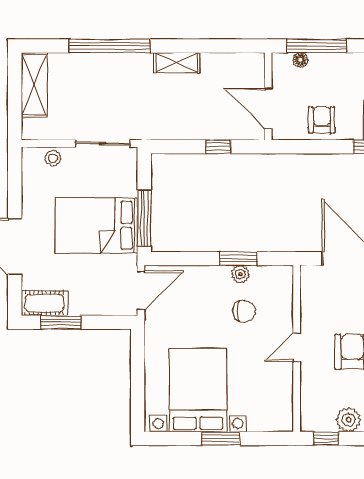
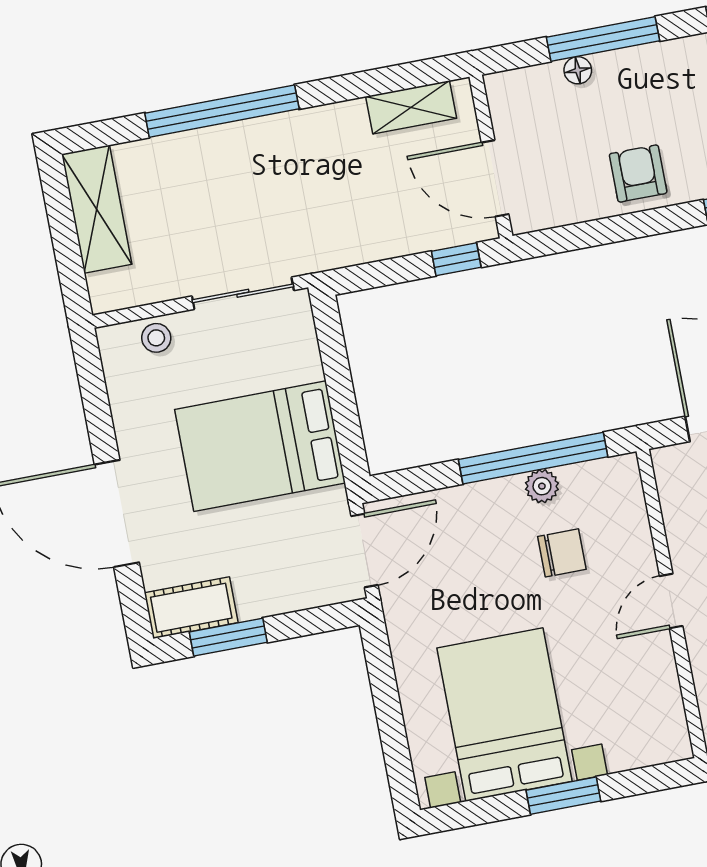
shelving: (177, 63) -> (411, 107), moved
wall: (268, 96) -> (491, 156), moved
door: (268, 108) -> (495, 178), moved
window: (144, 218) -> (345, 416), removed
window: (238, 259) -> (533, 458), width x2.11

